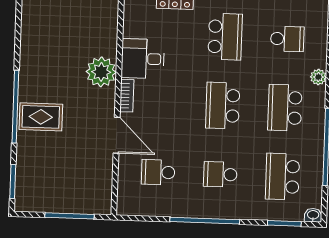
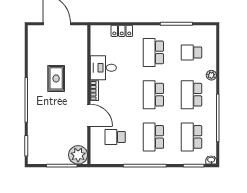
school desk: (225, 37) -> (153, 52), turned 180
school desk: (287, 39) -> (191, 52), turned 180
plant: (101, 72) -> (78, 155), moved
rug: (41, 117) -> (56, 78), moved, turned 90
school desk: (220, 174) -> (153, 137), width x1.85

